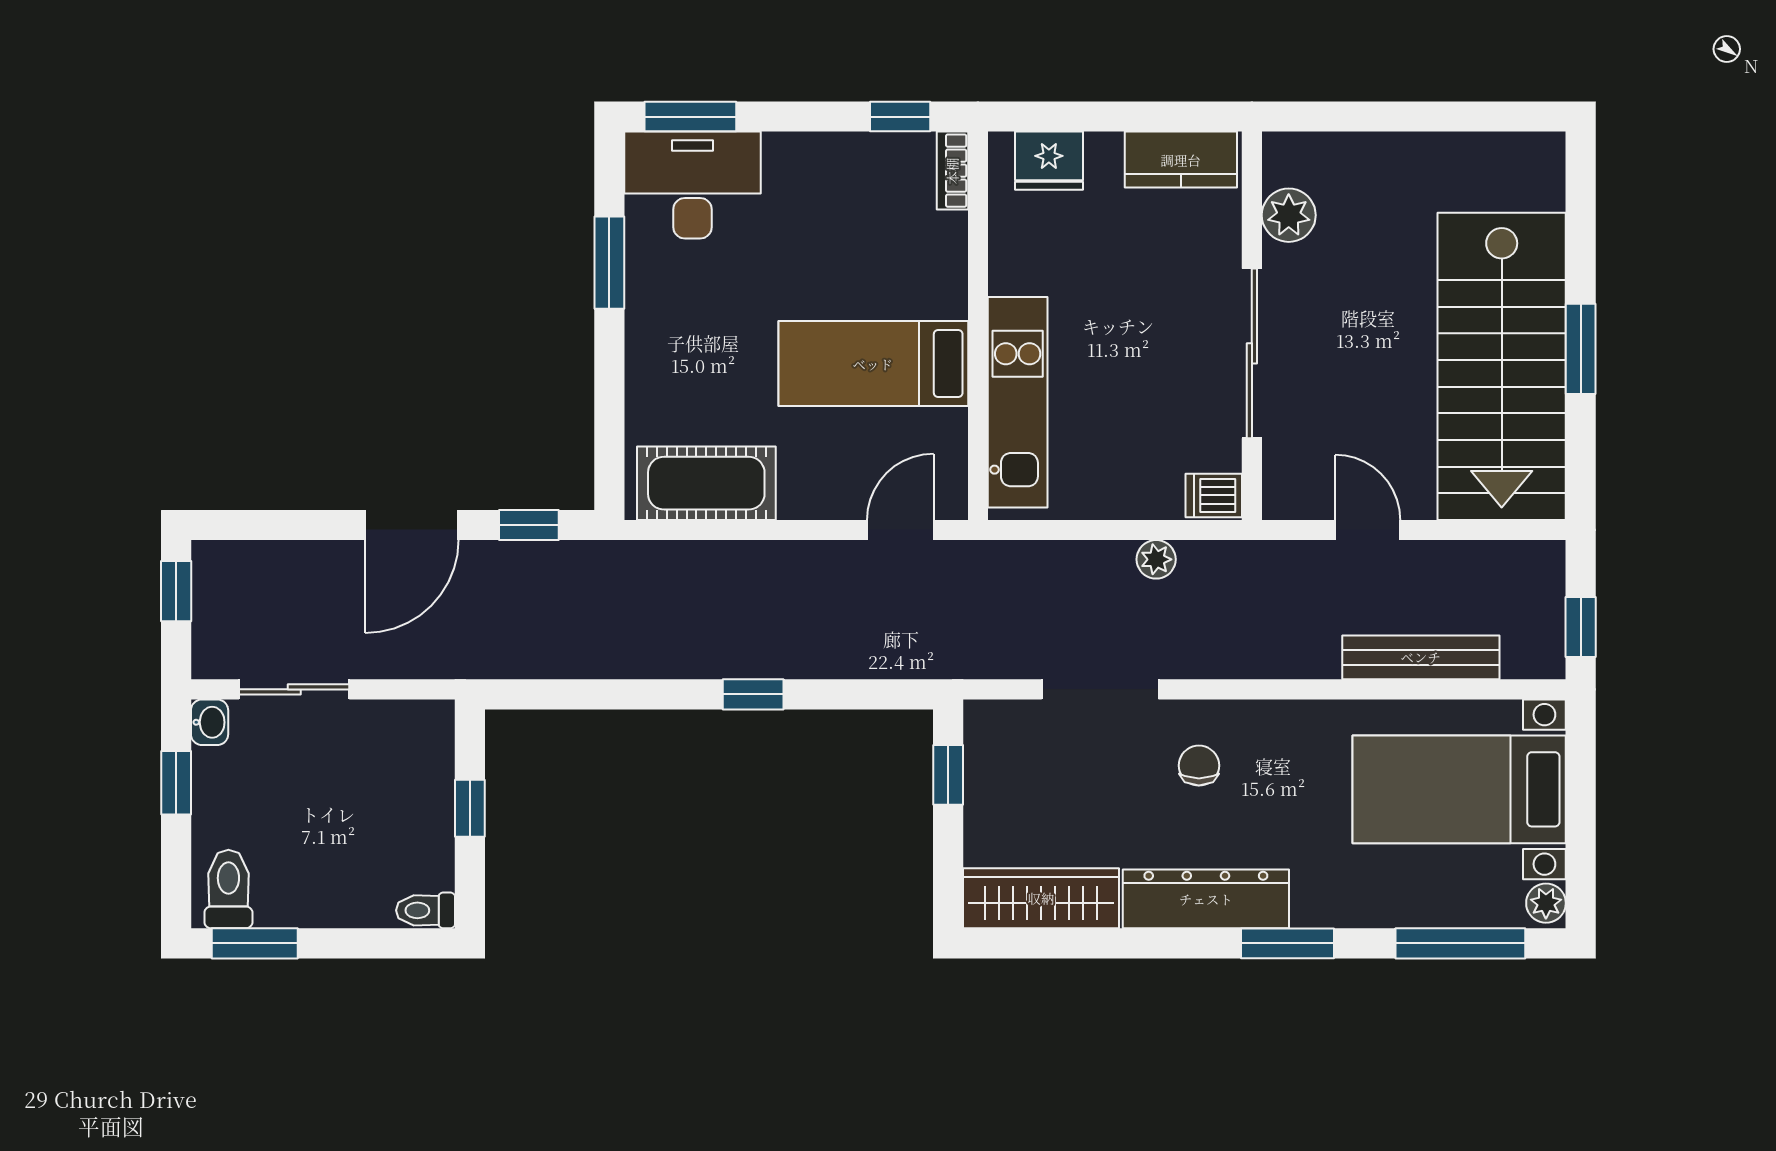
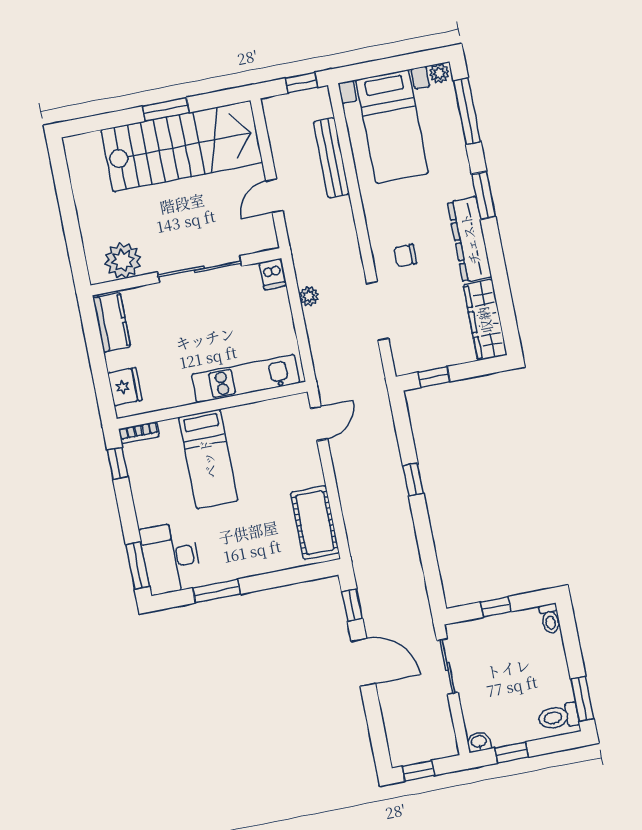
plant: (1289, 215) -> (123, 261), width x1.36, depth x1.36
bed: (873, 364) -> (208, 459), moved
door: (900, 530) -> (319, 424), swing flipped
sliding door: (294, 689) -> (447, 666), moved

